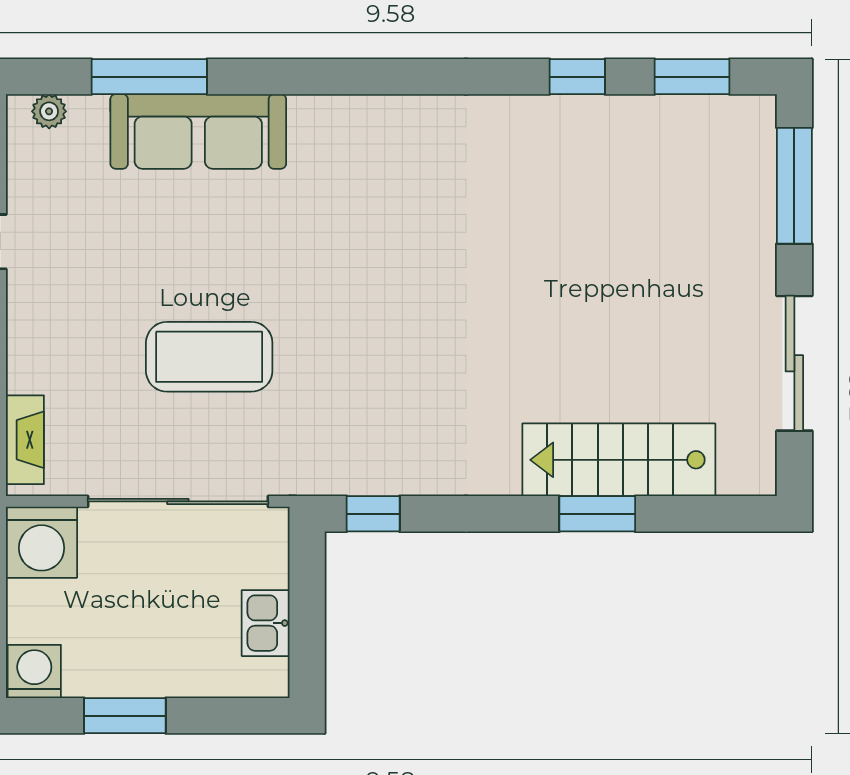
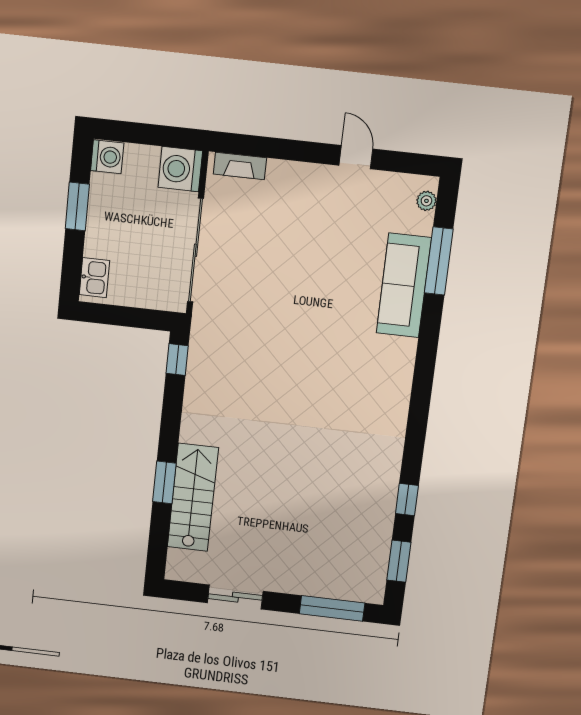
coffee table: (209, 357) -> (275, 277), removed
sliding door: (794, 363) -> (235, 597), width x0.73
kitchen sink: (266, 623) -> (94, 278), moved, turned 90

